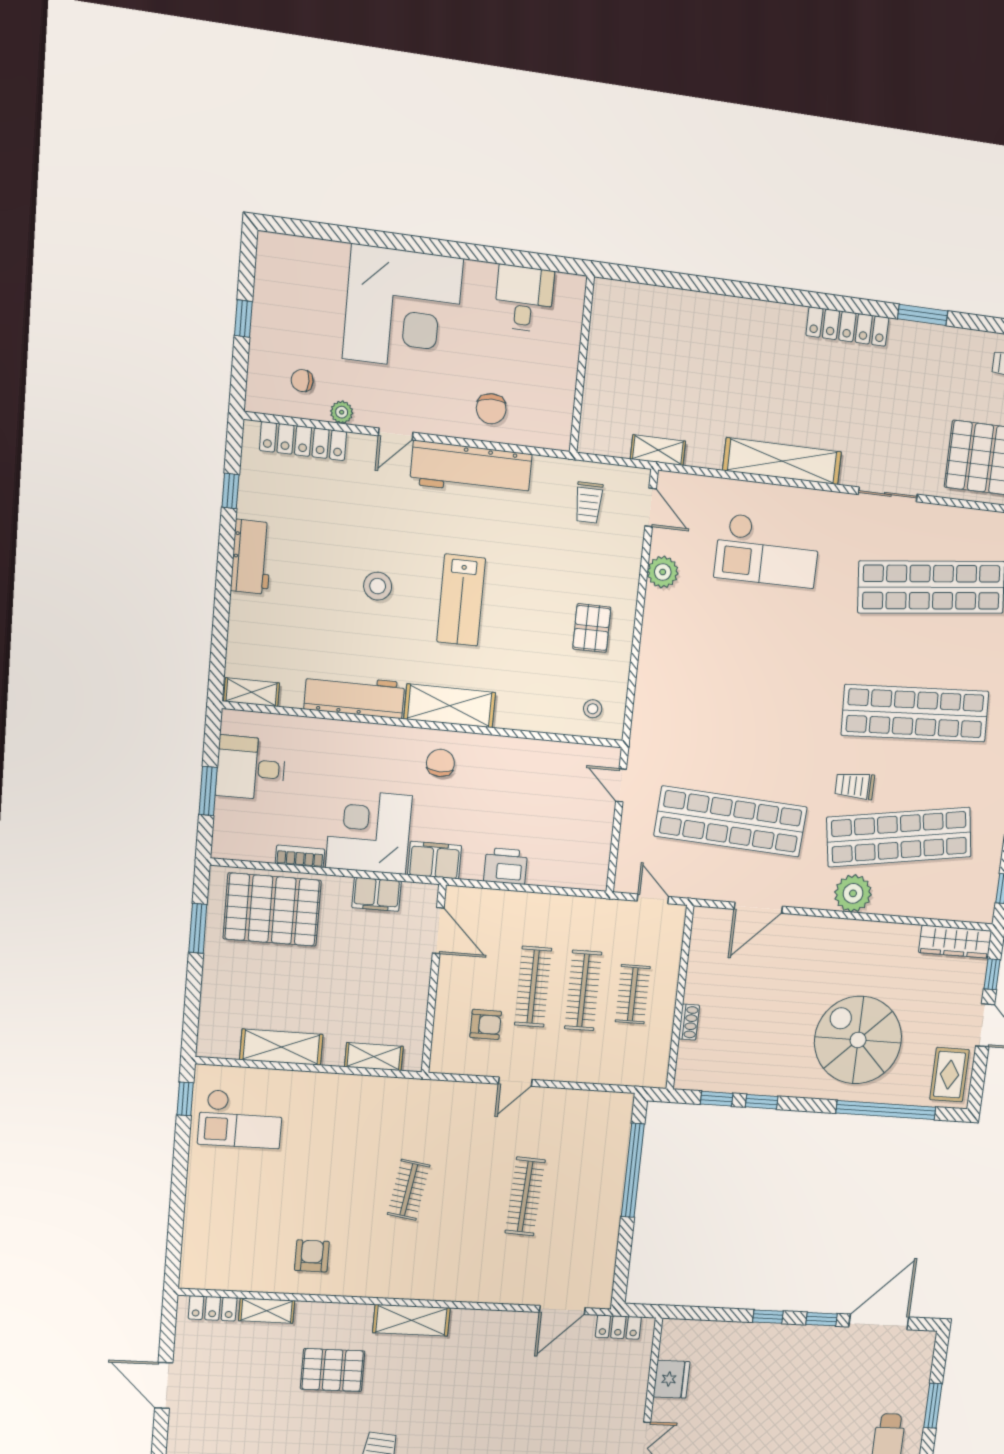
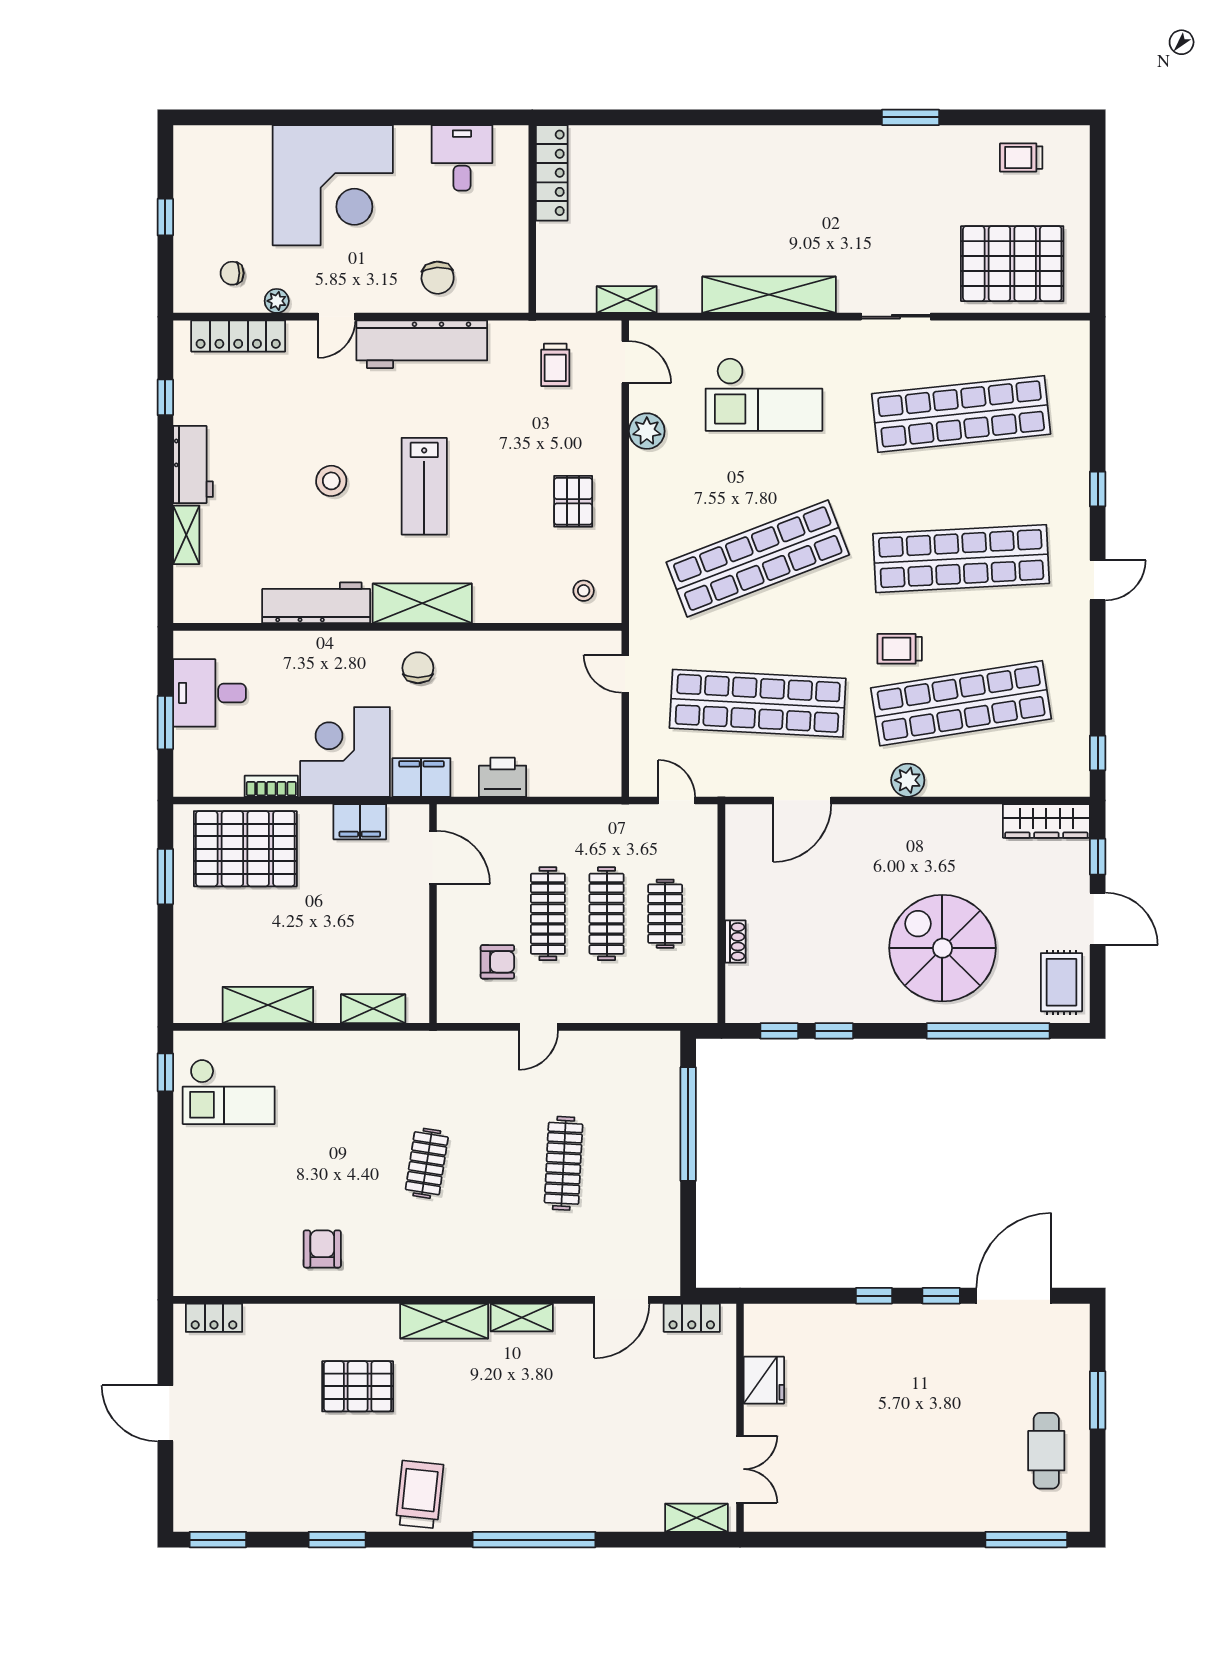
locker: (847, 327) -> (552, 173), moved, turned -90
shelving: (252, 692) -> (186, 535), moved, turned 90
shop shelf: (745, 696) -> (758, 559), added
plant: (853, 893) -> (908, 780), width x0.73, depth x0.73
shelving: (267, 1311) -> (522, 1317), moved

